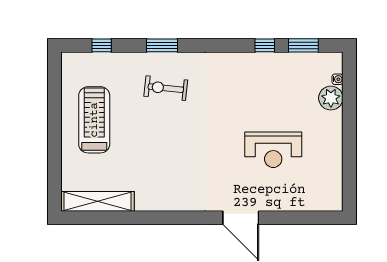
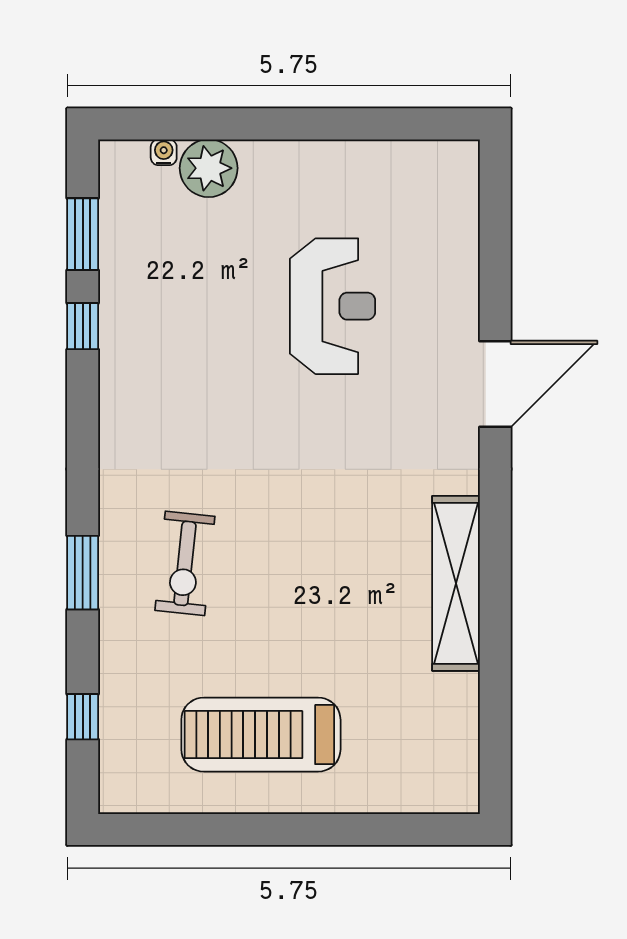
shelving: (98, 201) -> (456, 583), moved

